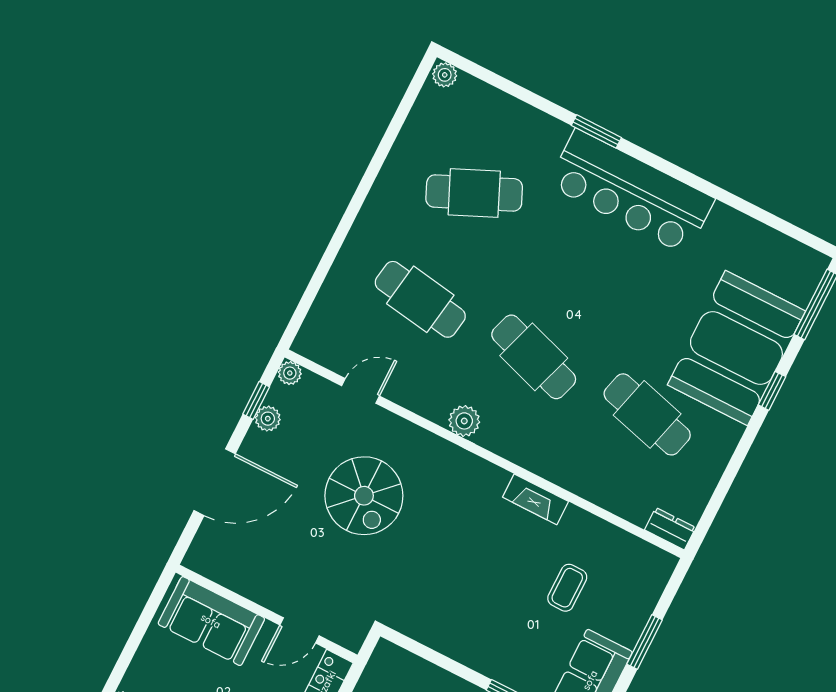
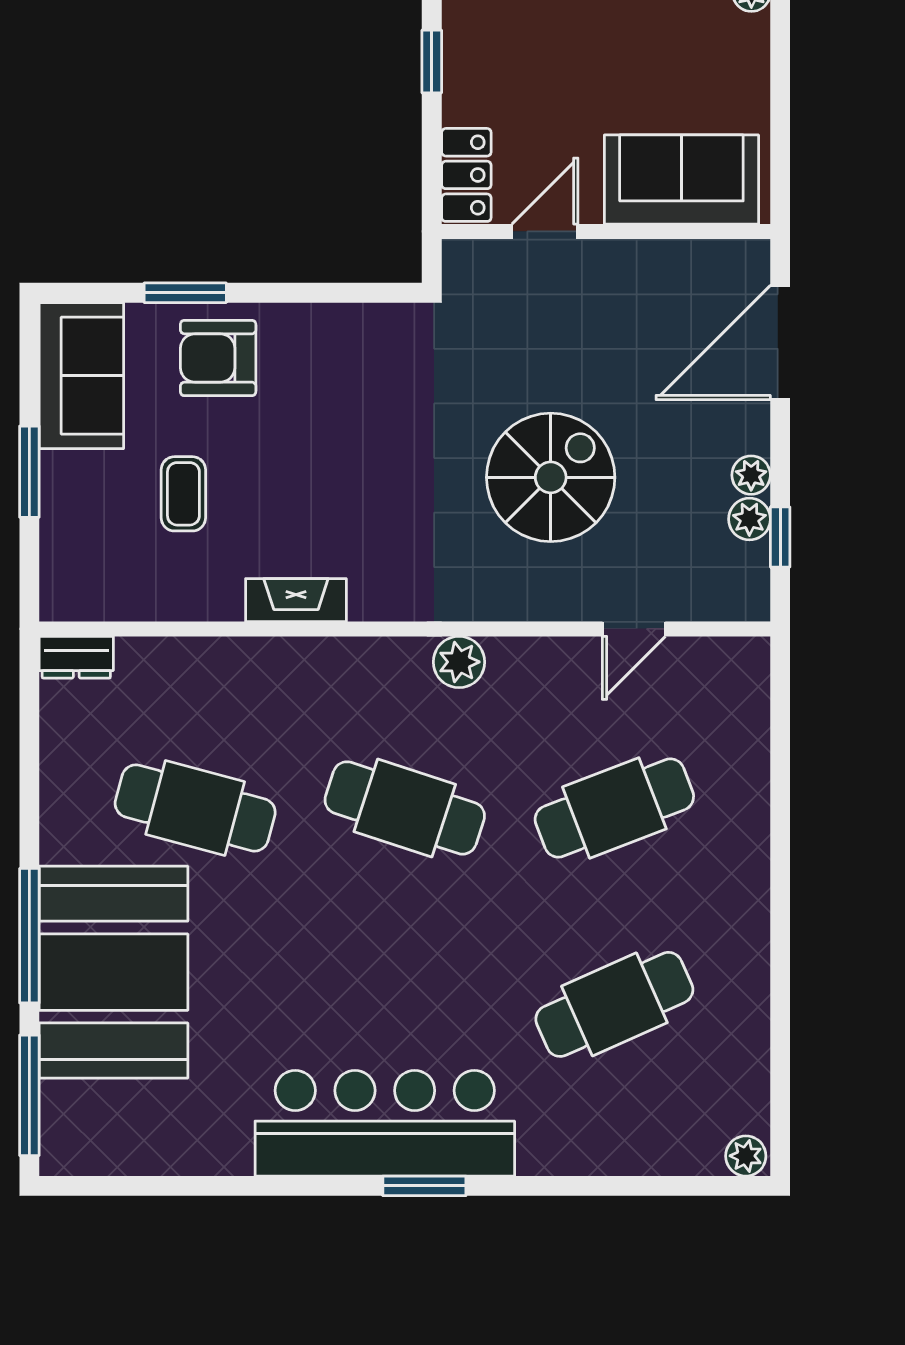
window: (596, 131) -> (424, 1186), moved
cafe table: (420, 299) -> (614, 808), turned -30
plant: (290, 373) -> (751, 475), moved
window: (772, 391) -> (29, 936), width x2.17
door: (215, 482) -> (780, 343), moved
spiral stairs: (364, 496) -> (551, 477), turned 90
armchair: (511, 652) -> (218, 358), added

